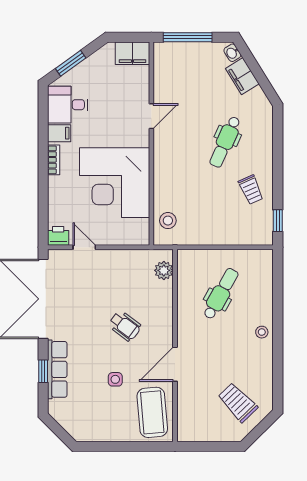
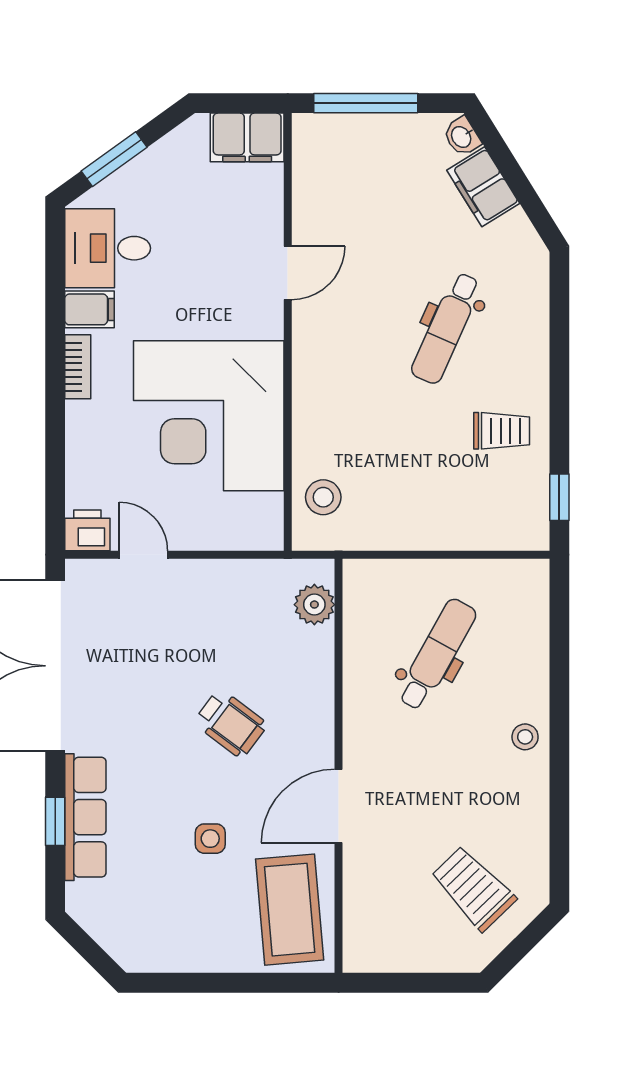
trolley: (251, 190) -> (502, 431), turned -66

